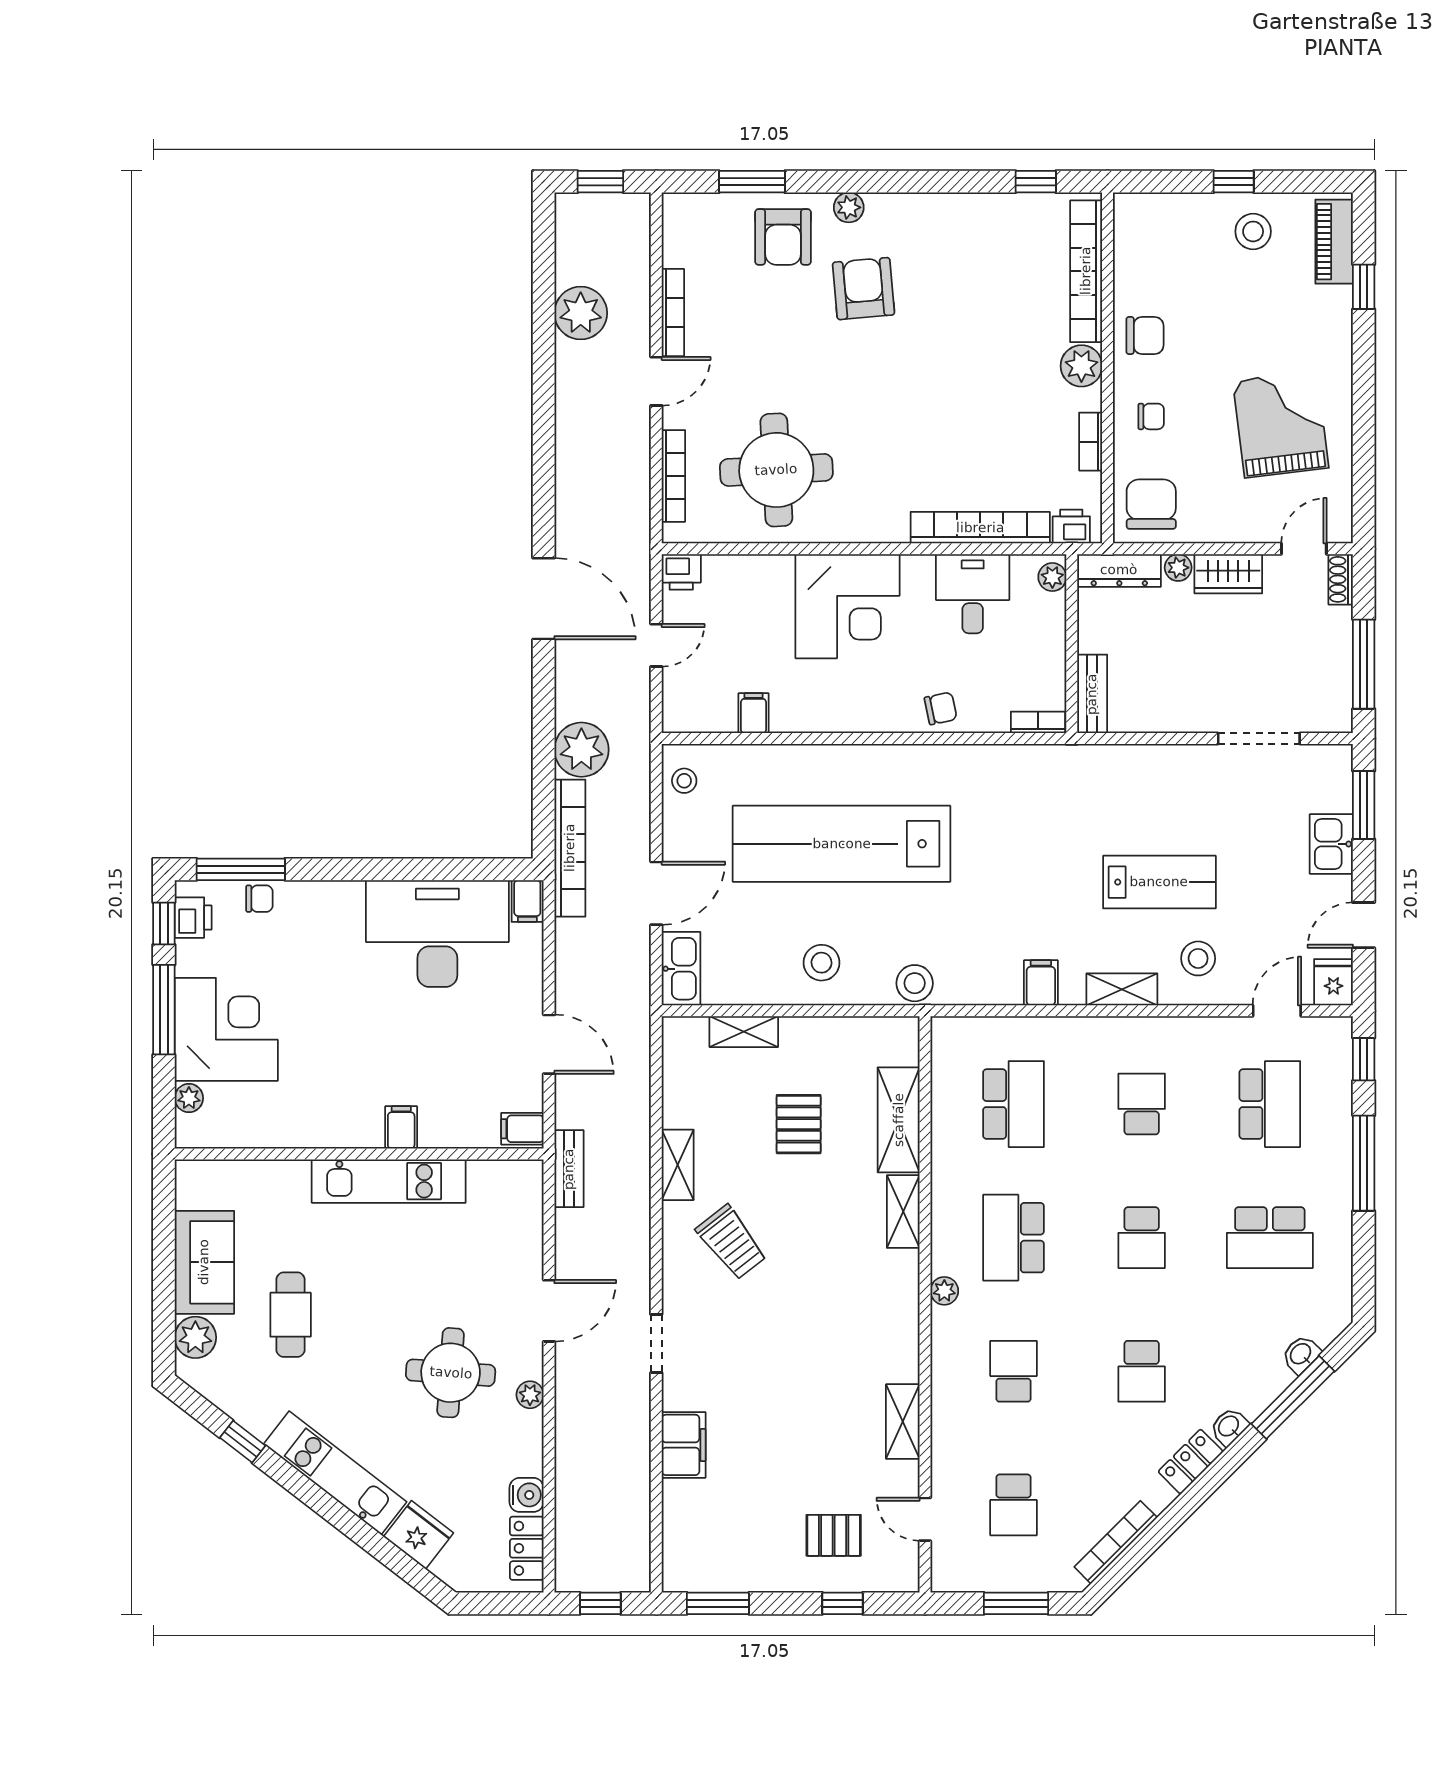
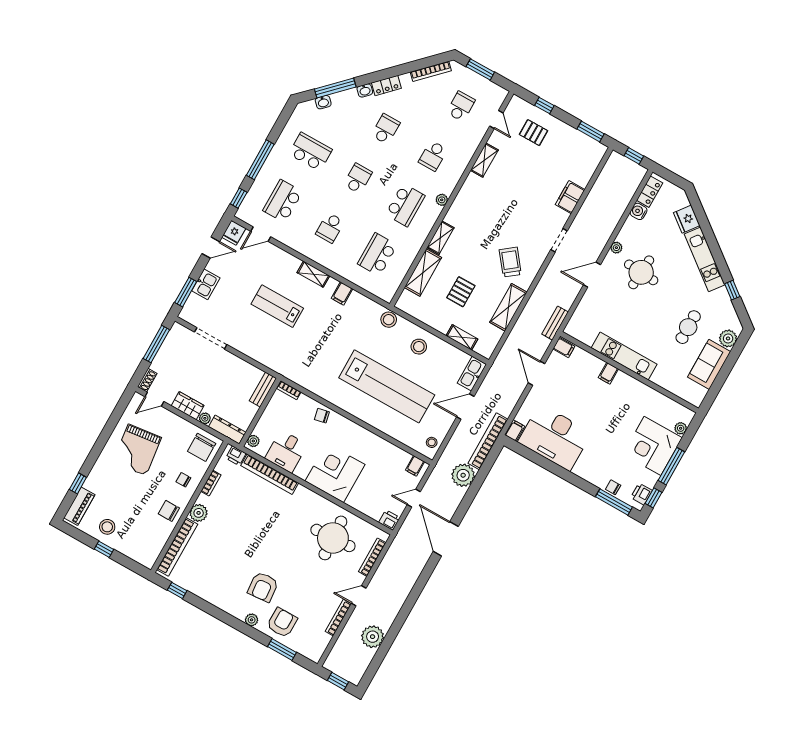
filing cabinet: (754, 713) -> (415, 466), moved
stool: (1198, 958) -> (279, 270), removed
shelving: (678, 1165) -> (508, 307), width x1.50, depth x1.33

